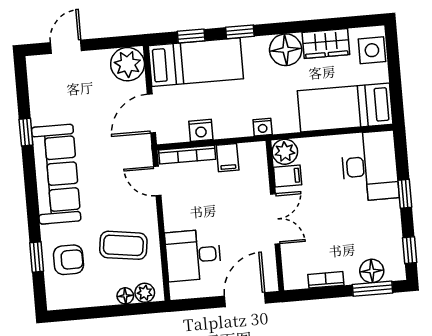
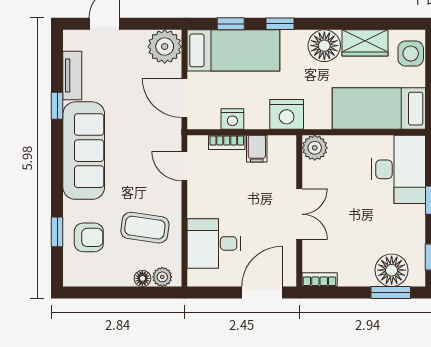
tv unit: (38, 101) -> (72, 75), added
door: (151, 113) -> (184, 98), hinge flipped
nightstand: (263, 127) -> (287, 114), width x1.89, depth x1.79
bookcase: (187, 155) -> (227, 142), width x0.64
filing cabinet: (288, 176) -> (315, 172), removed
floor lamp: (372, 271) -> (392, 270), width x1.38, depth x1.38
bookcase: (326, 280) -> (320, 280), moved

